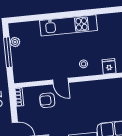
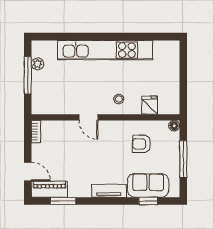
kitchen unit: (69, 25) -> (105, 50), width x1.36
armchair: (47, 100) -> (142, 144), moved

